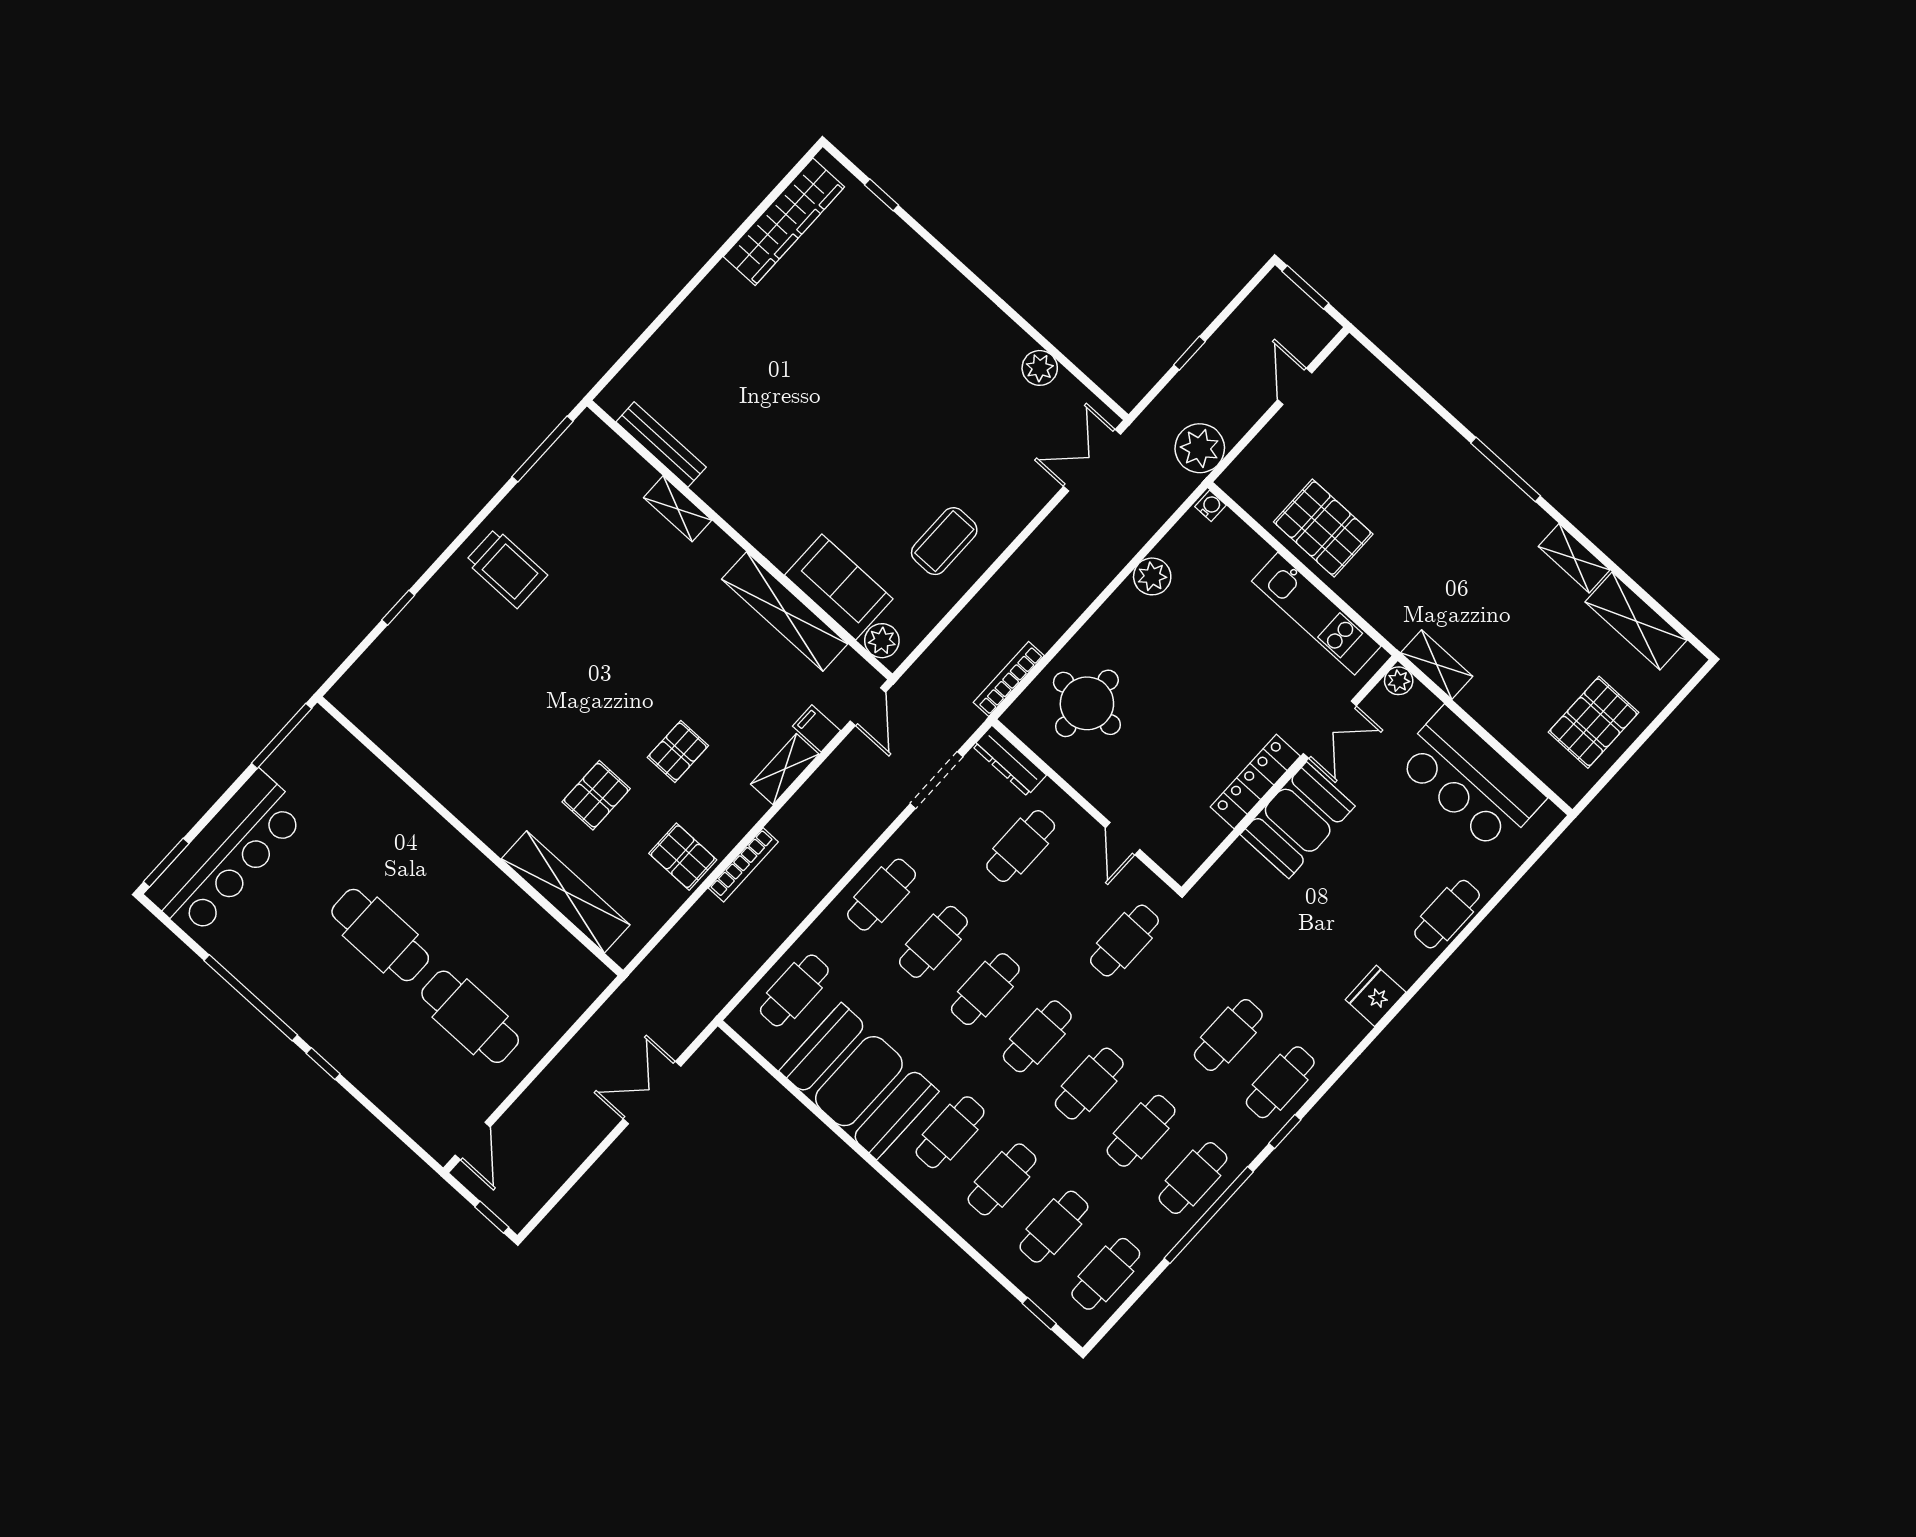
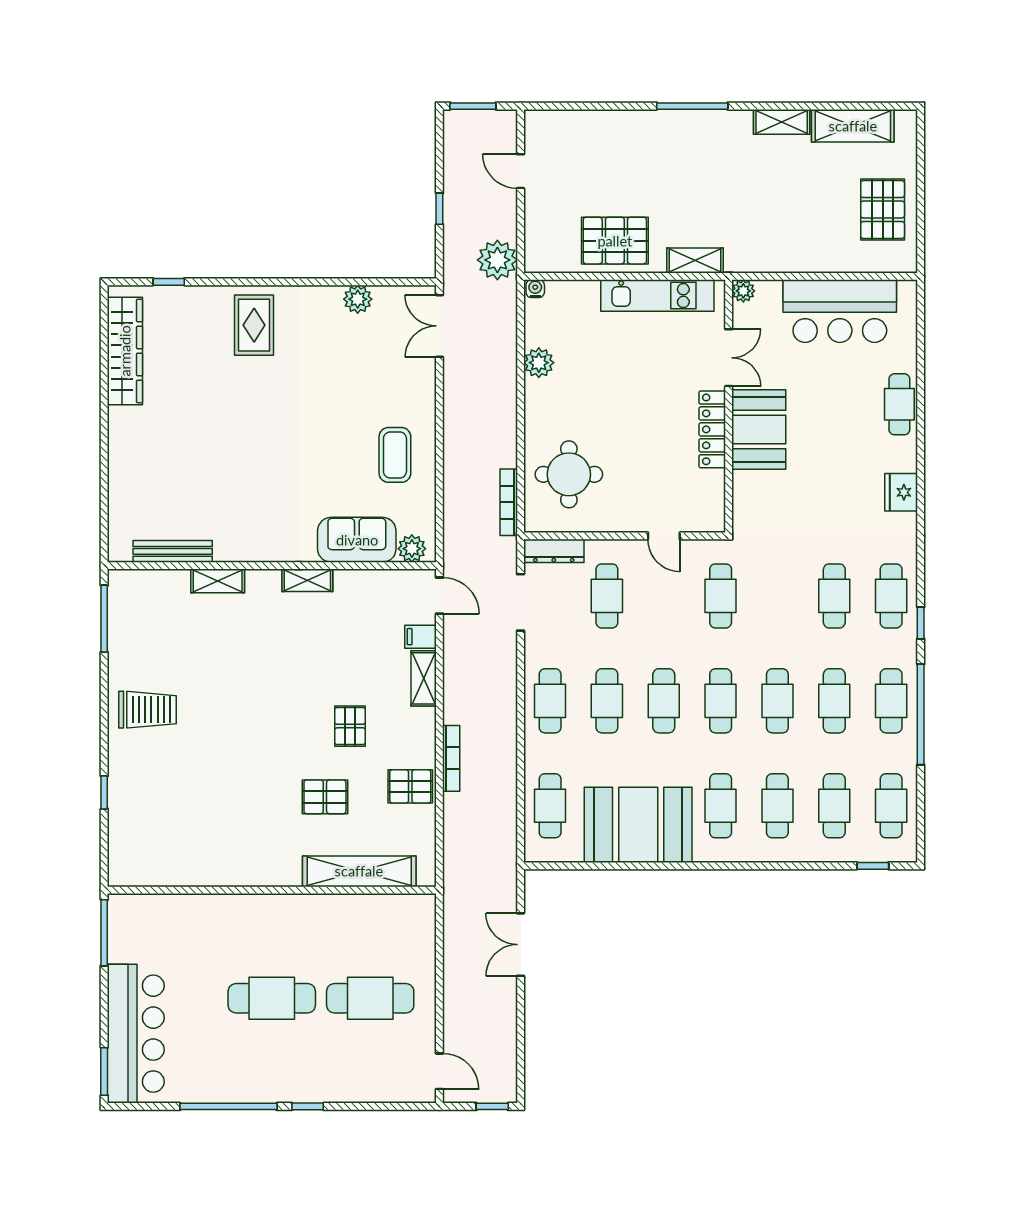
rug: (923, 305) -> (254, 325), added
shelving: (785, 611) -> (307, 580), width x0.45, depth x0.75
shelving: (1437, 665) -> (695, 260), moved
pallet: (596, 795) -> (325, 797), turned 90

